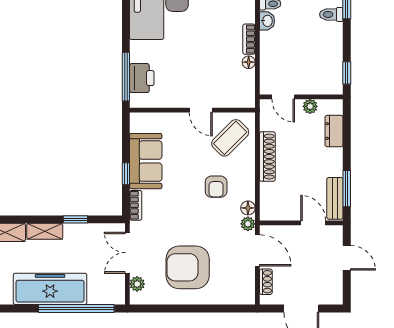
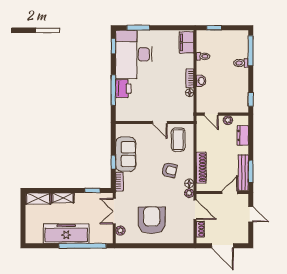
washbasin: (267, 21) -> (201, 81), moved
window: (126, 77) -> (113, 90), moved
printer: (142, 78) -> (123, 89), moved
coffee table: (230, 138) -> (178, 140), turned -45
shoe rack: (267, 157) -> (201, 168), moved
armchair: (216, 187) -> (169, 170), turned -77
bench: (335, 198) -> (243, 173), width x1.36
window: (75, 219) -> (92, 190), moved
door: (313, 223) -> (230, 193), hinge flipped
armchair: (188, 267) -> (152, 220), turned 90

